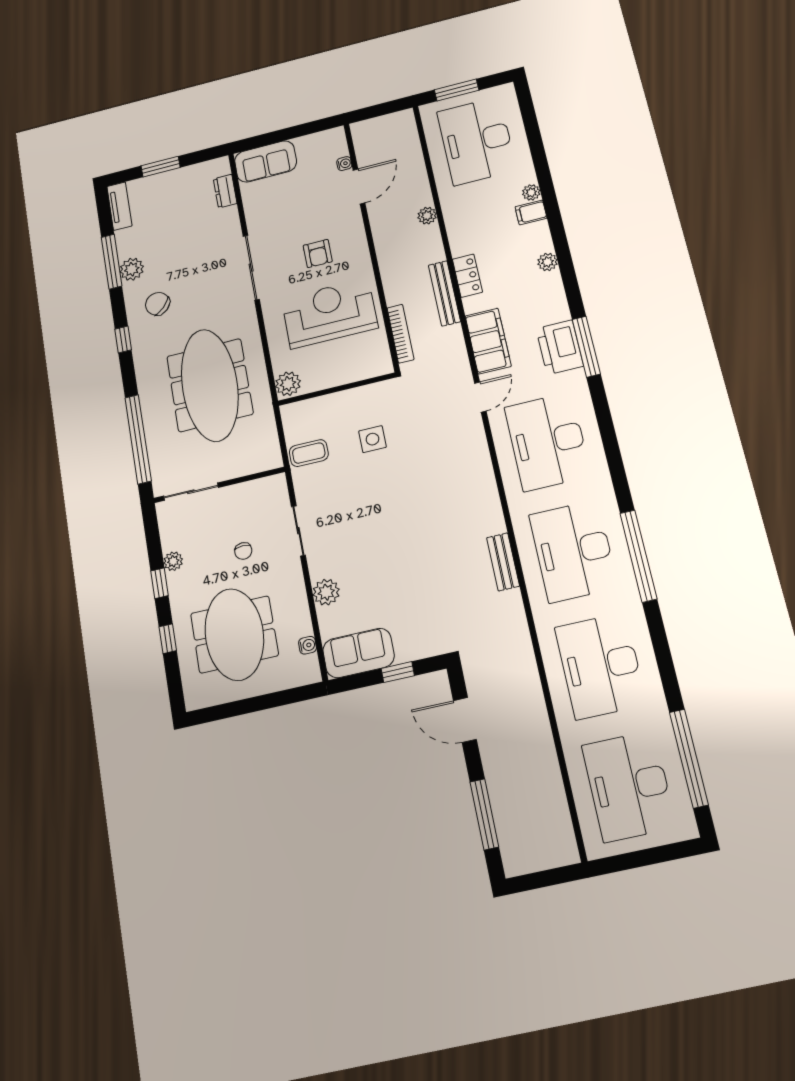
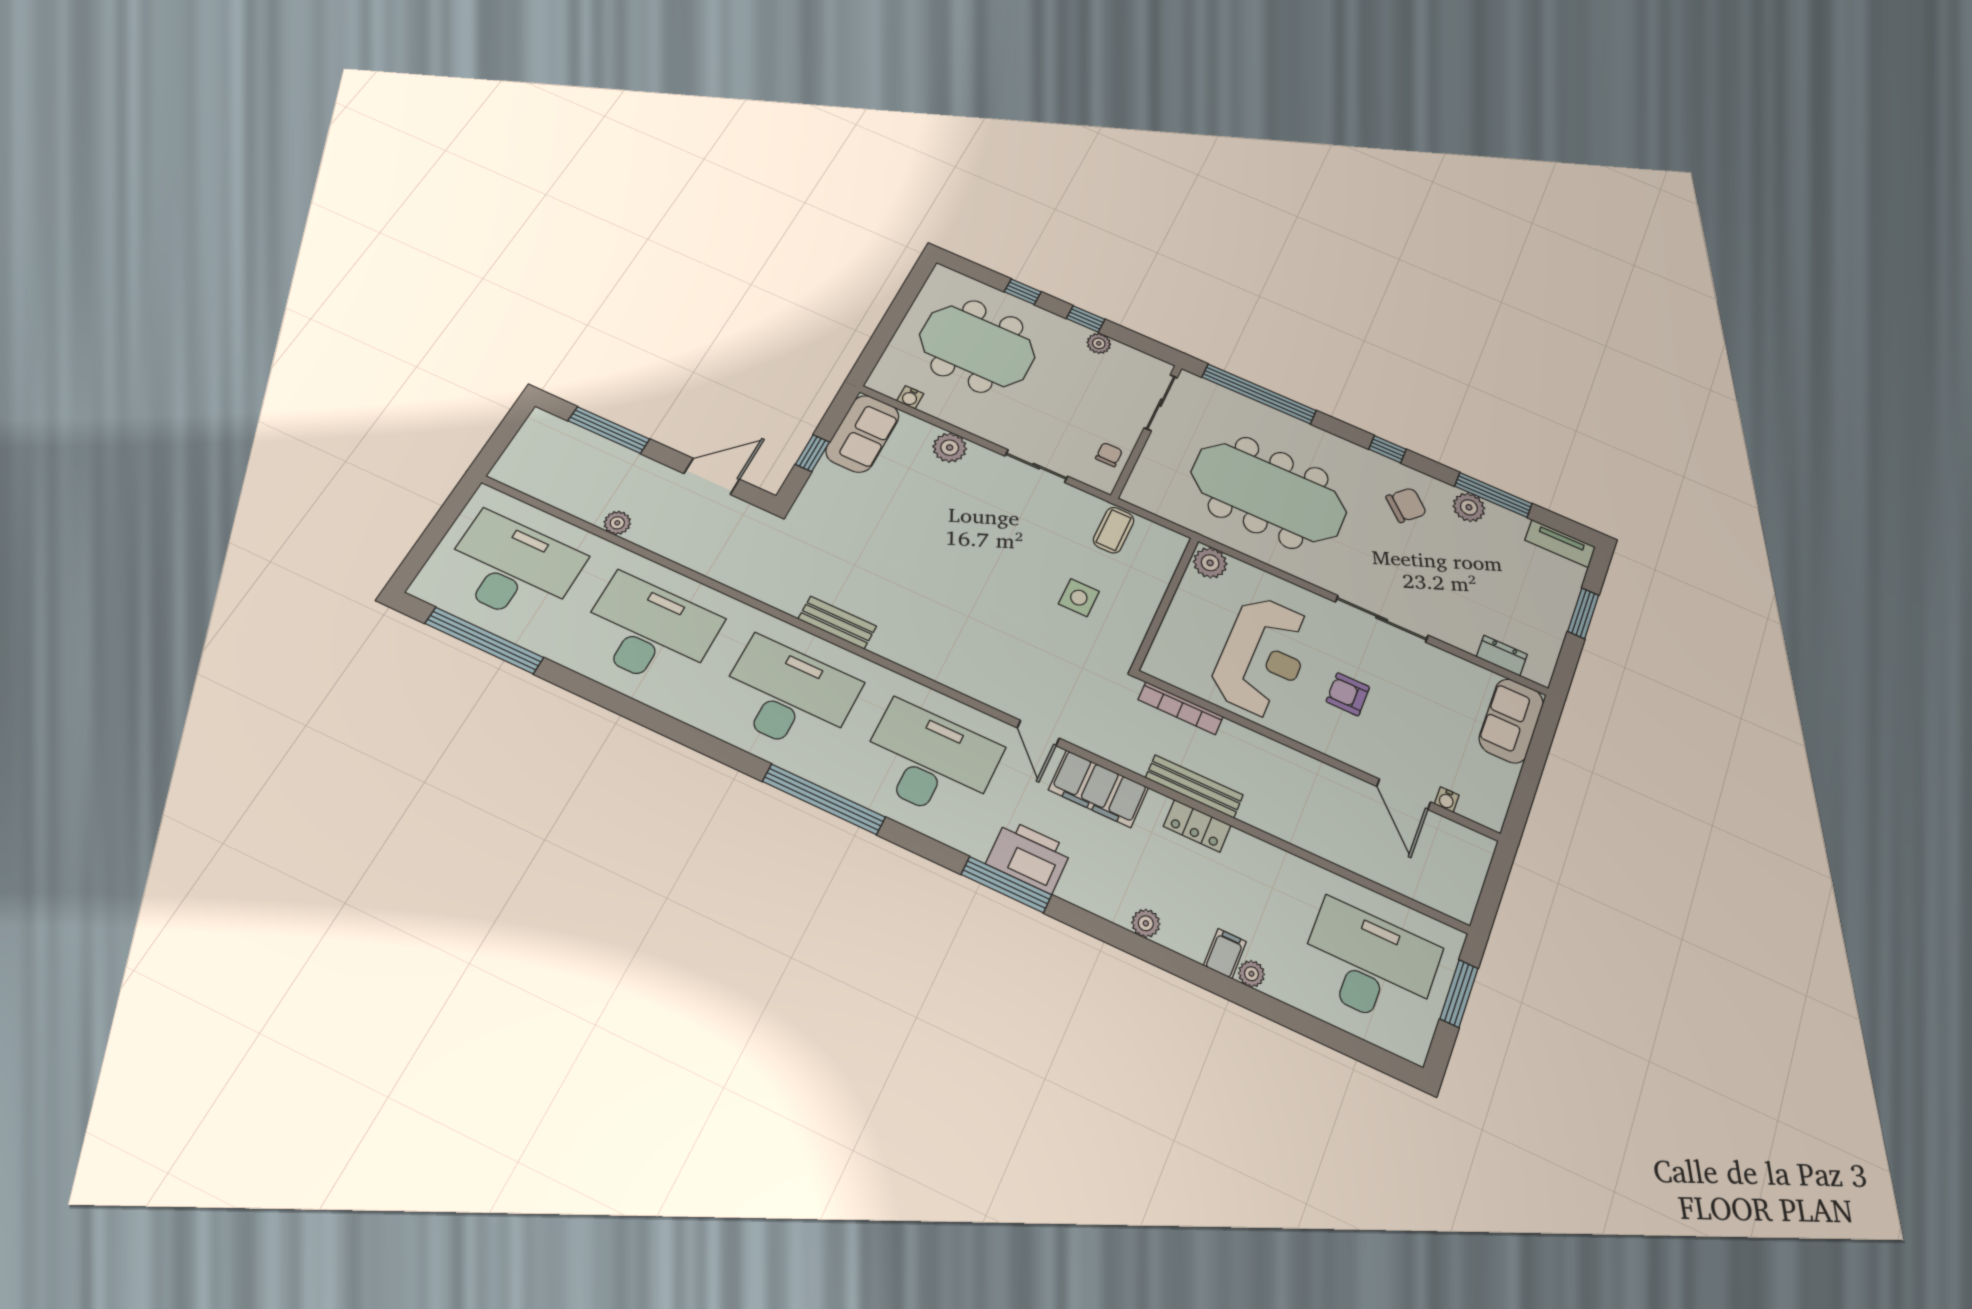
plant: (427, 216) -> (617, 523), moved
chair: (243, 551) -> (1109, 455), moved, turned 92
window: (638, 556) -> (824, 799), moved

